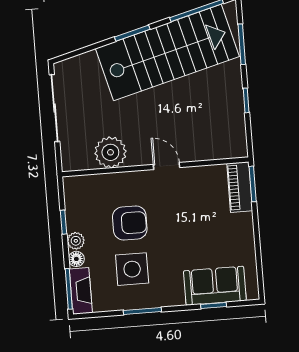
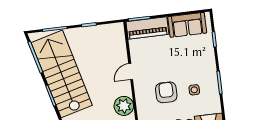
piano: (240, 187) -> (147, 28), width x1.37, depth x1.33
side table: (132, 269) -> (194, 90), width x0.54, depth x0.54
sofa: (215, 286) -> (187, 25), moved, turned -90

